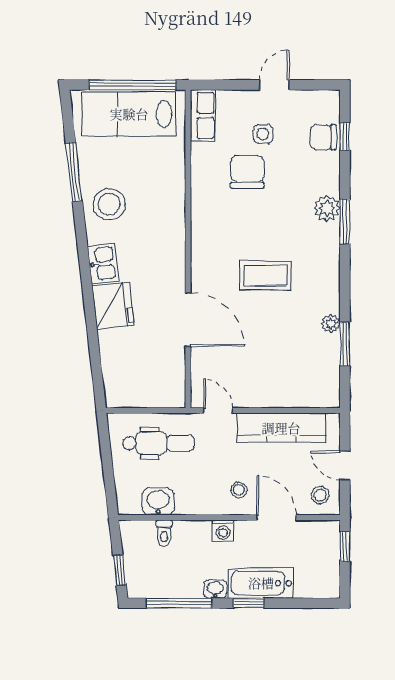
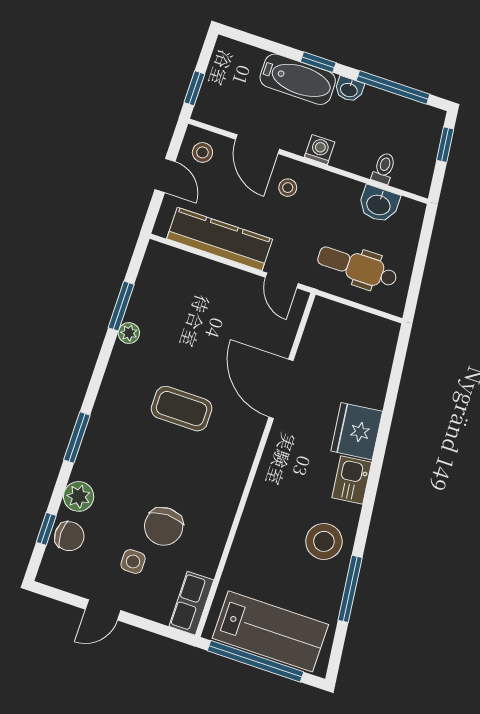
plant: (327, 208) -> (79, 496), moved

